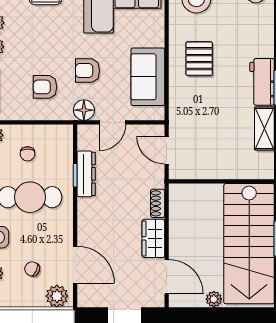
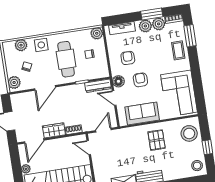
pallet: (199, 59) -> (157, 140), turned 90
dresser: (86, 174) -> (98, 86), moved
door: (193, 181) -> (89, 147), added
door: (75, 265) -> (45, 88), moved

